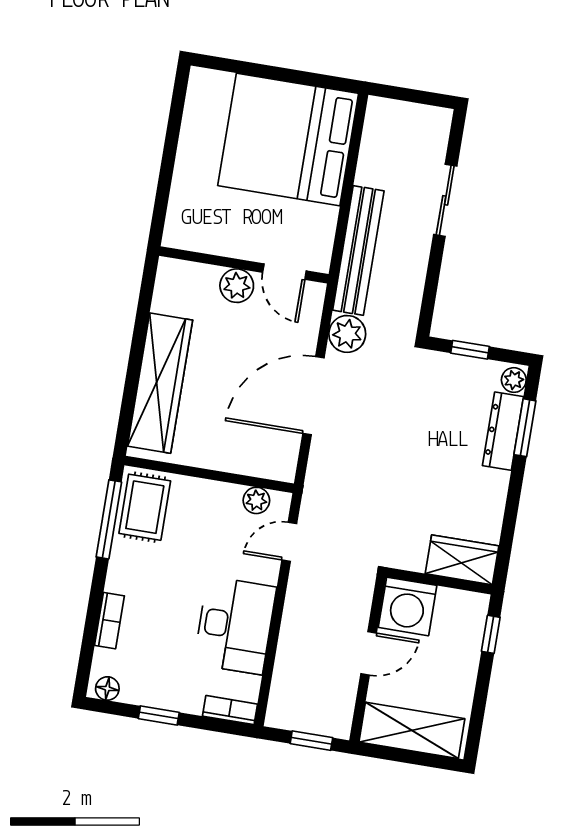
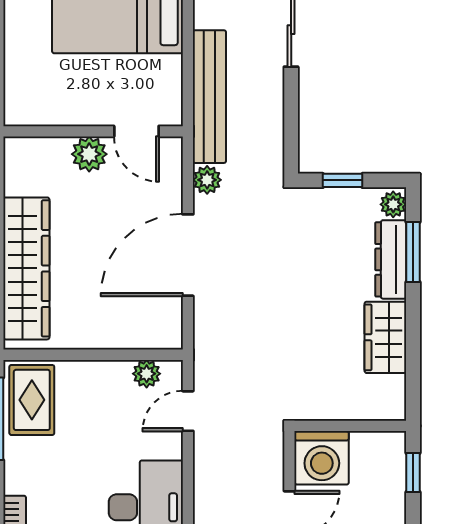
plant: (347, 334) -> (207, 180), width x0.73, depth x0.73
wardrobe: (462, 560) -> (385, 337), moved, turned -90

